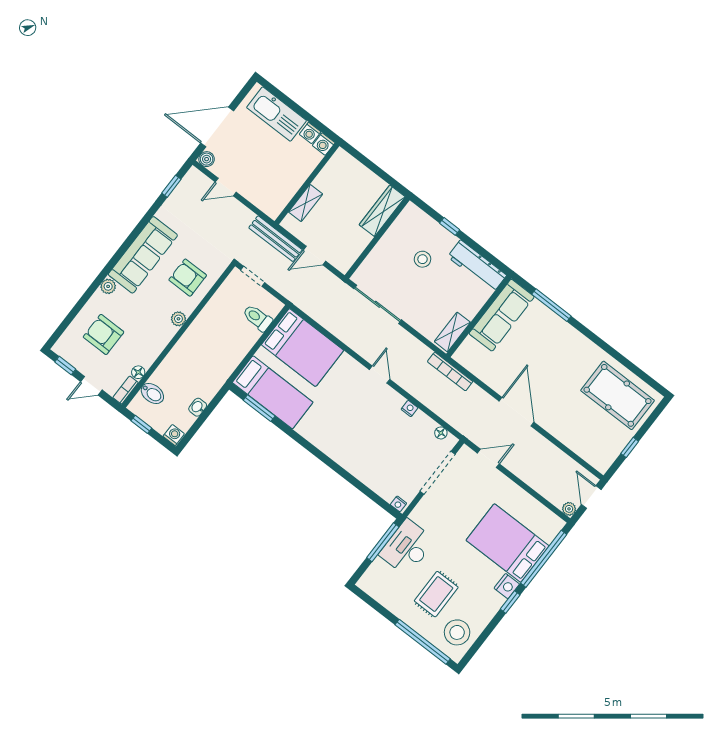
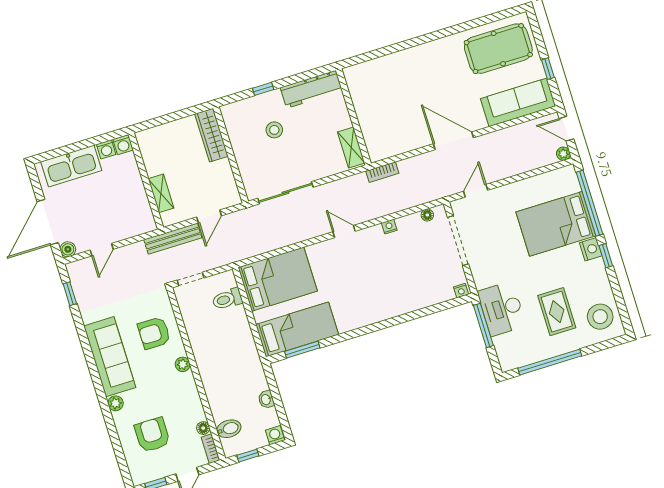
window: (551, 305) -> (386, 51), removed
sofa: (502, 315) -> (518, 102), moved, turned -90
armchair: (104, 334) -> (152, 435), turned 90
bookcase: (450, 372) -> (382, 172), width x0.64
window: (423, 642) -> (550, 362), moved

